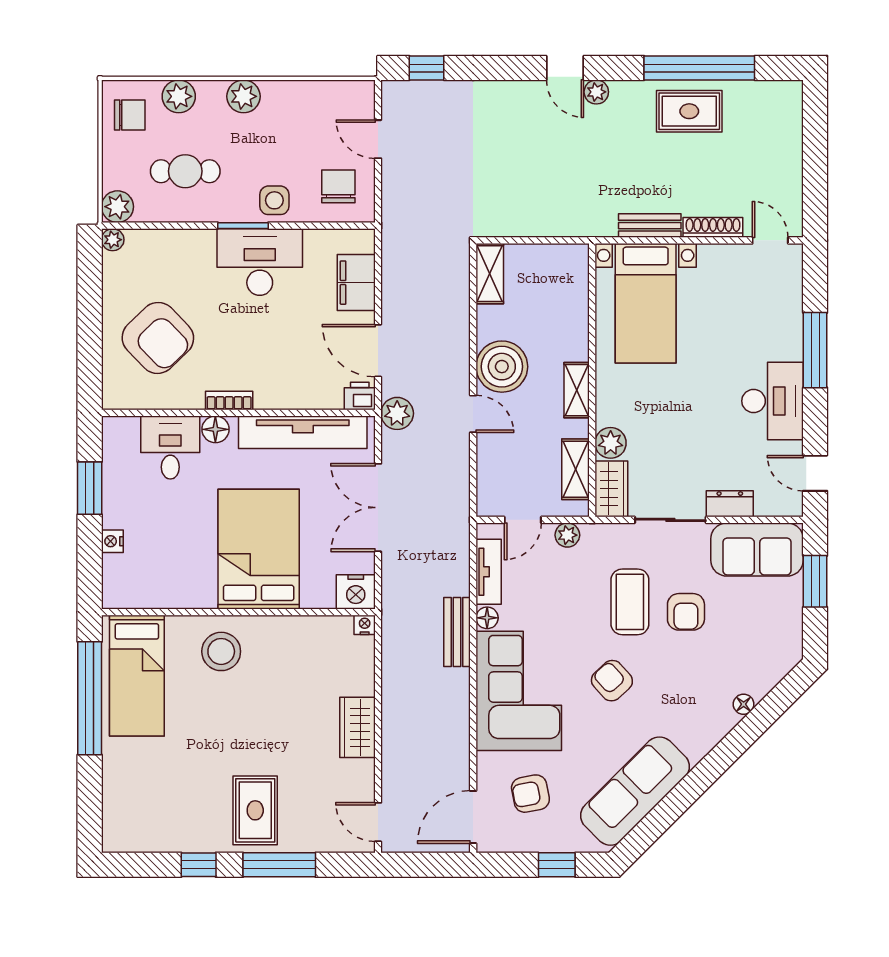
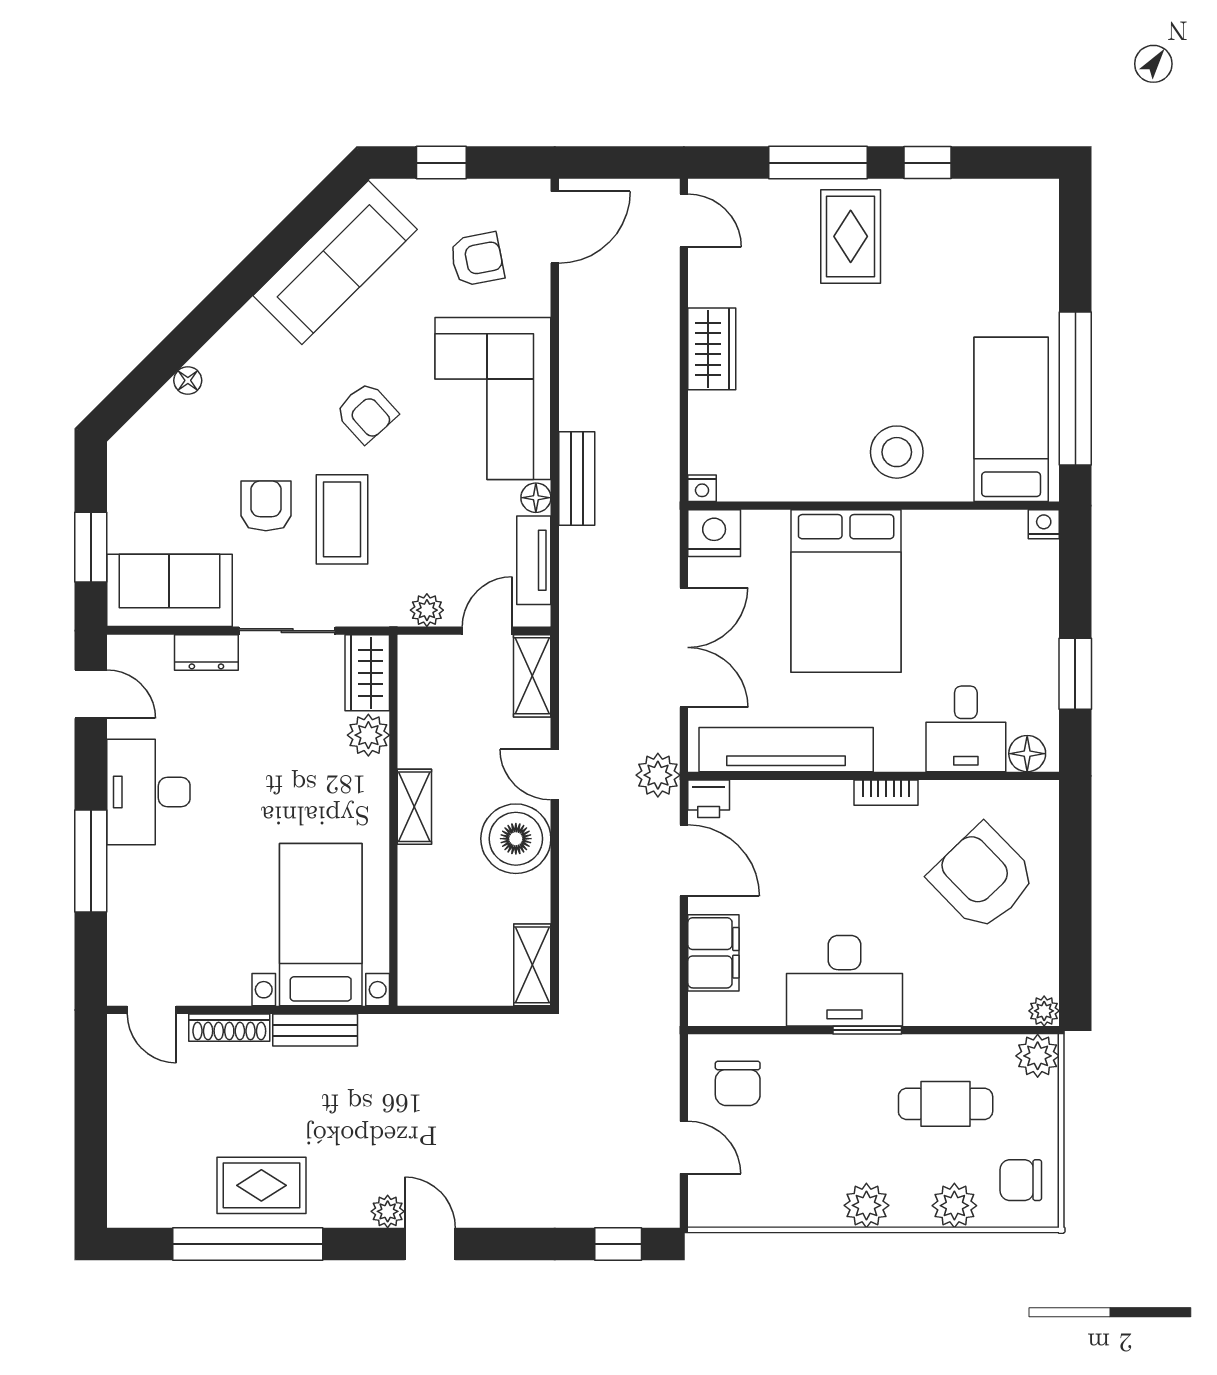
side table: (274, 200) -> (825, 1064), removed
floor lamp: (215, 429) -> (1027, 754), moved
shelving: (575, 469) -> (532, 676), moved
nightstand: (112, 541) -> (1044, 524), moved, turned -90

